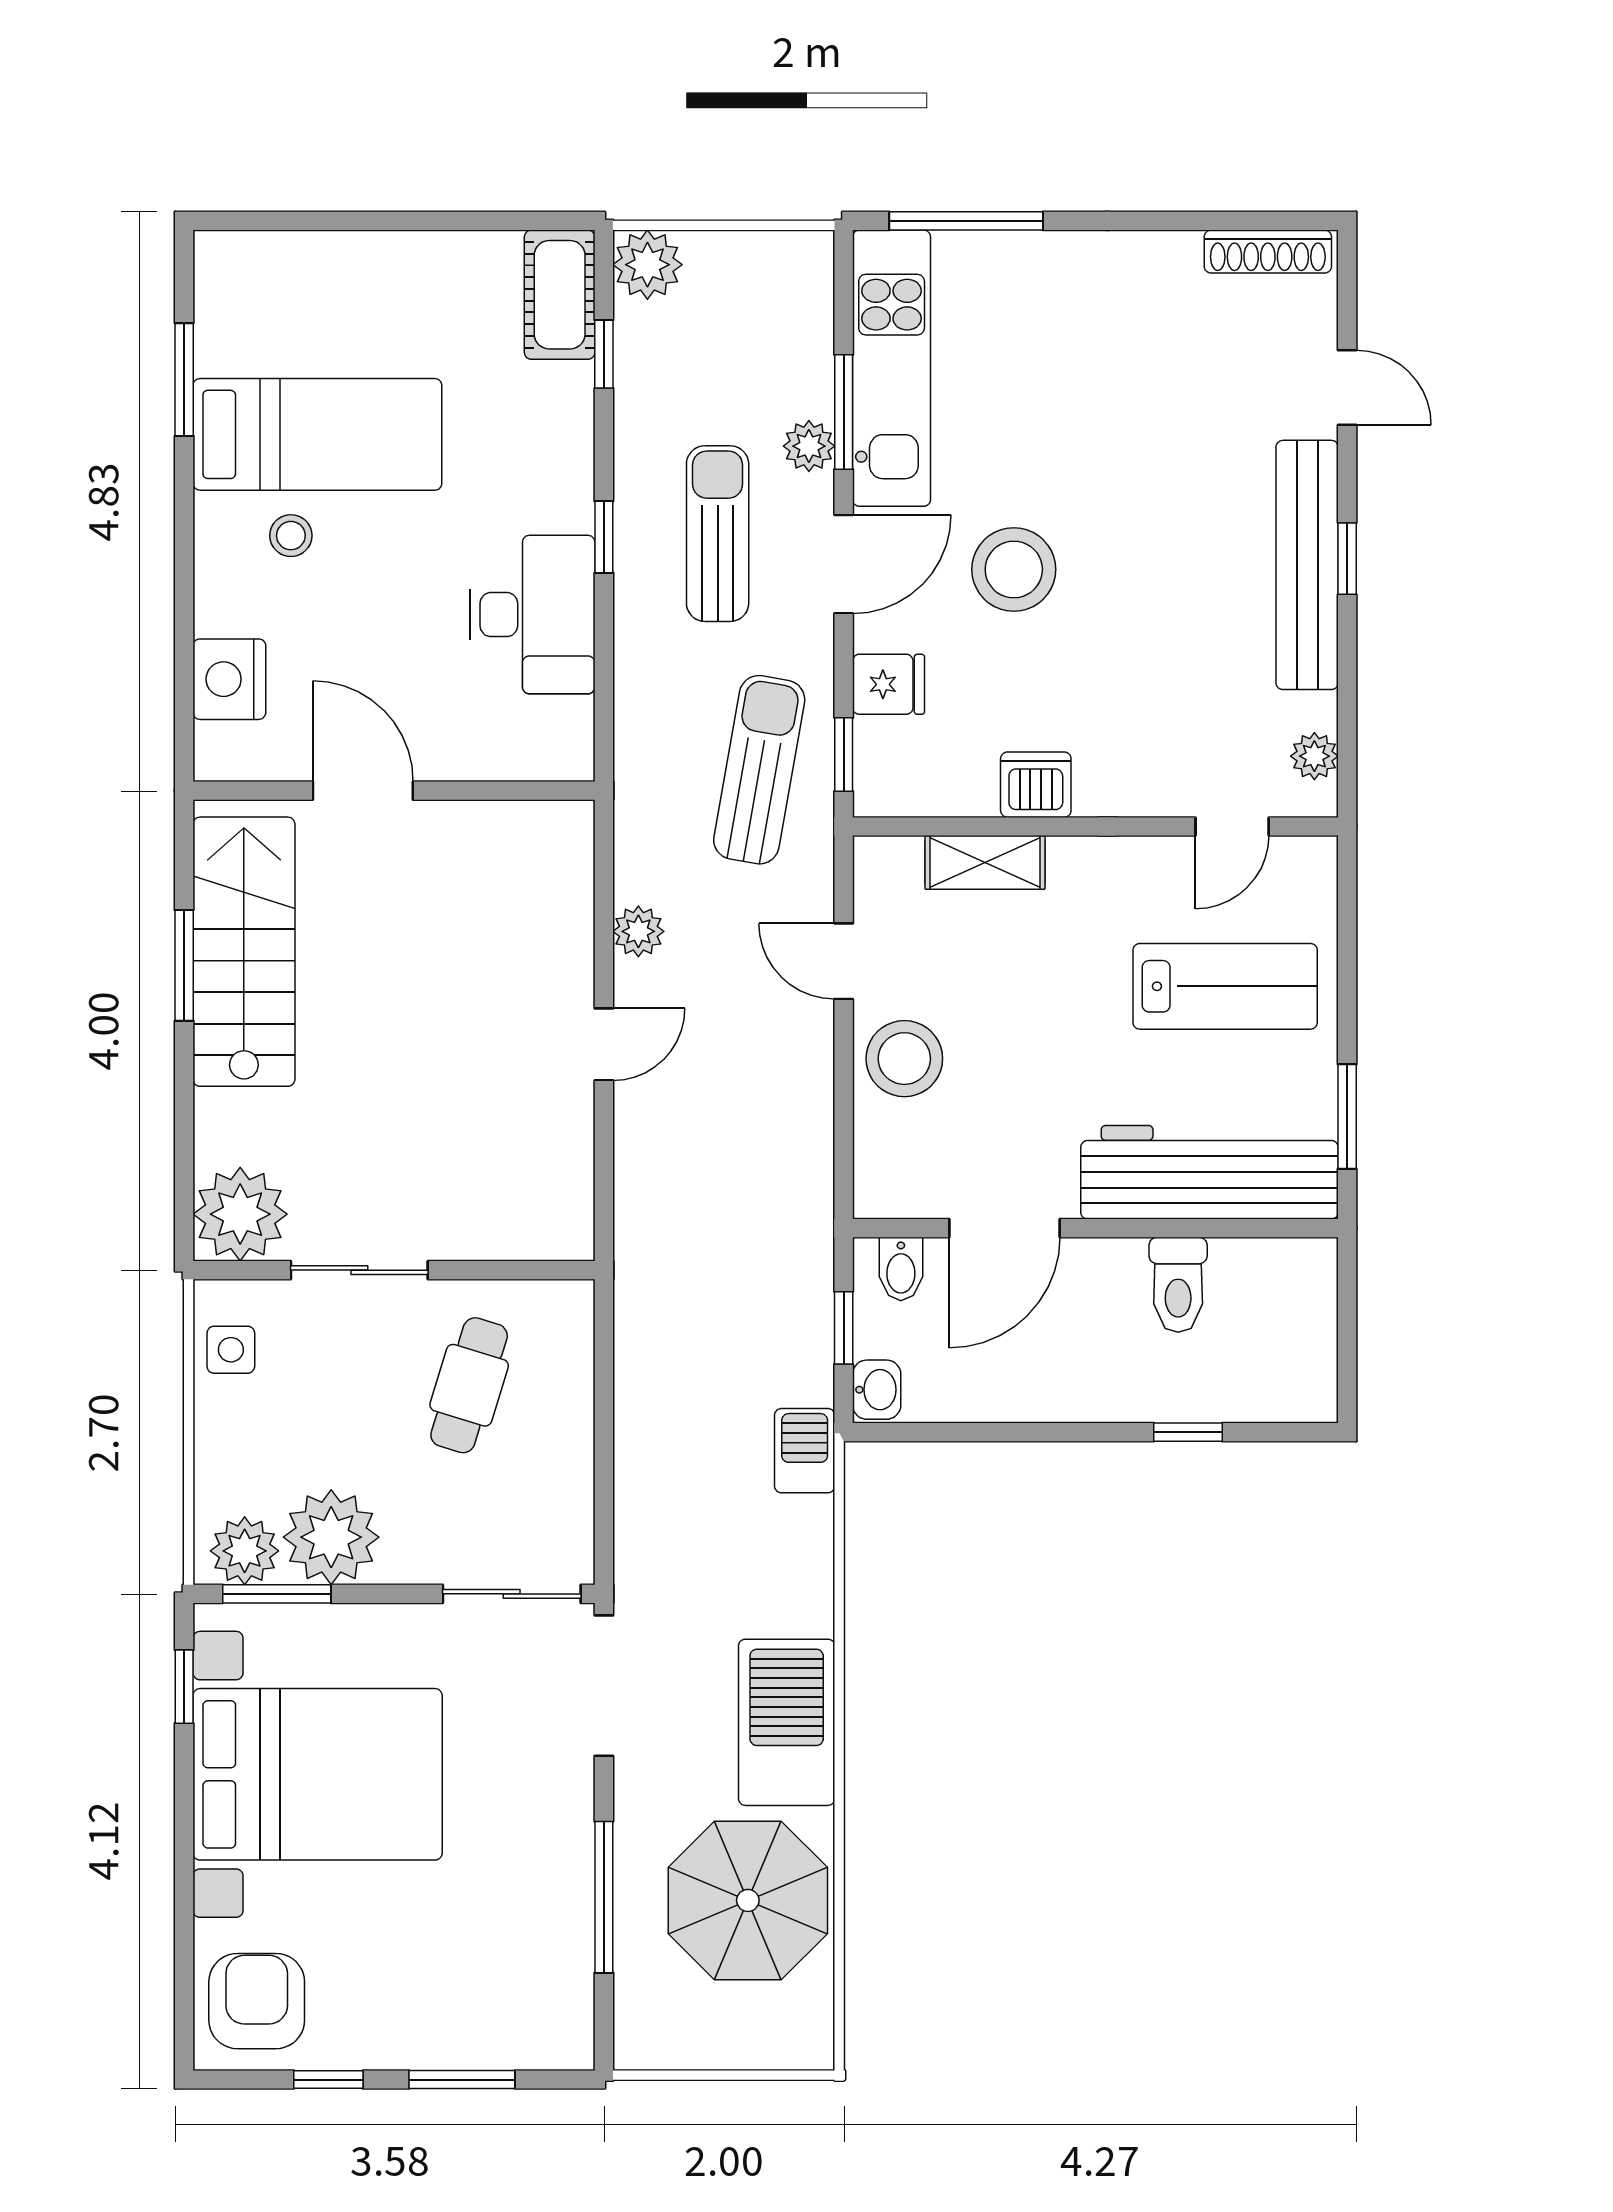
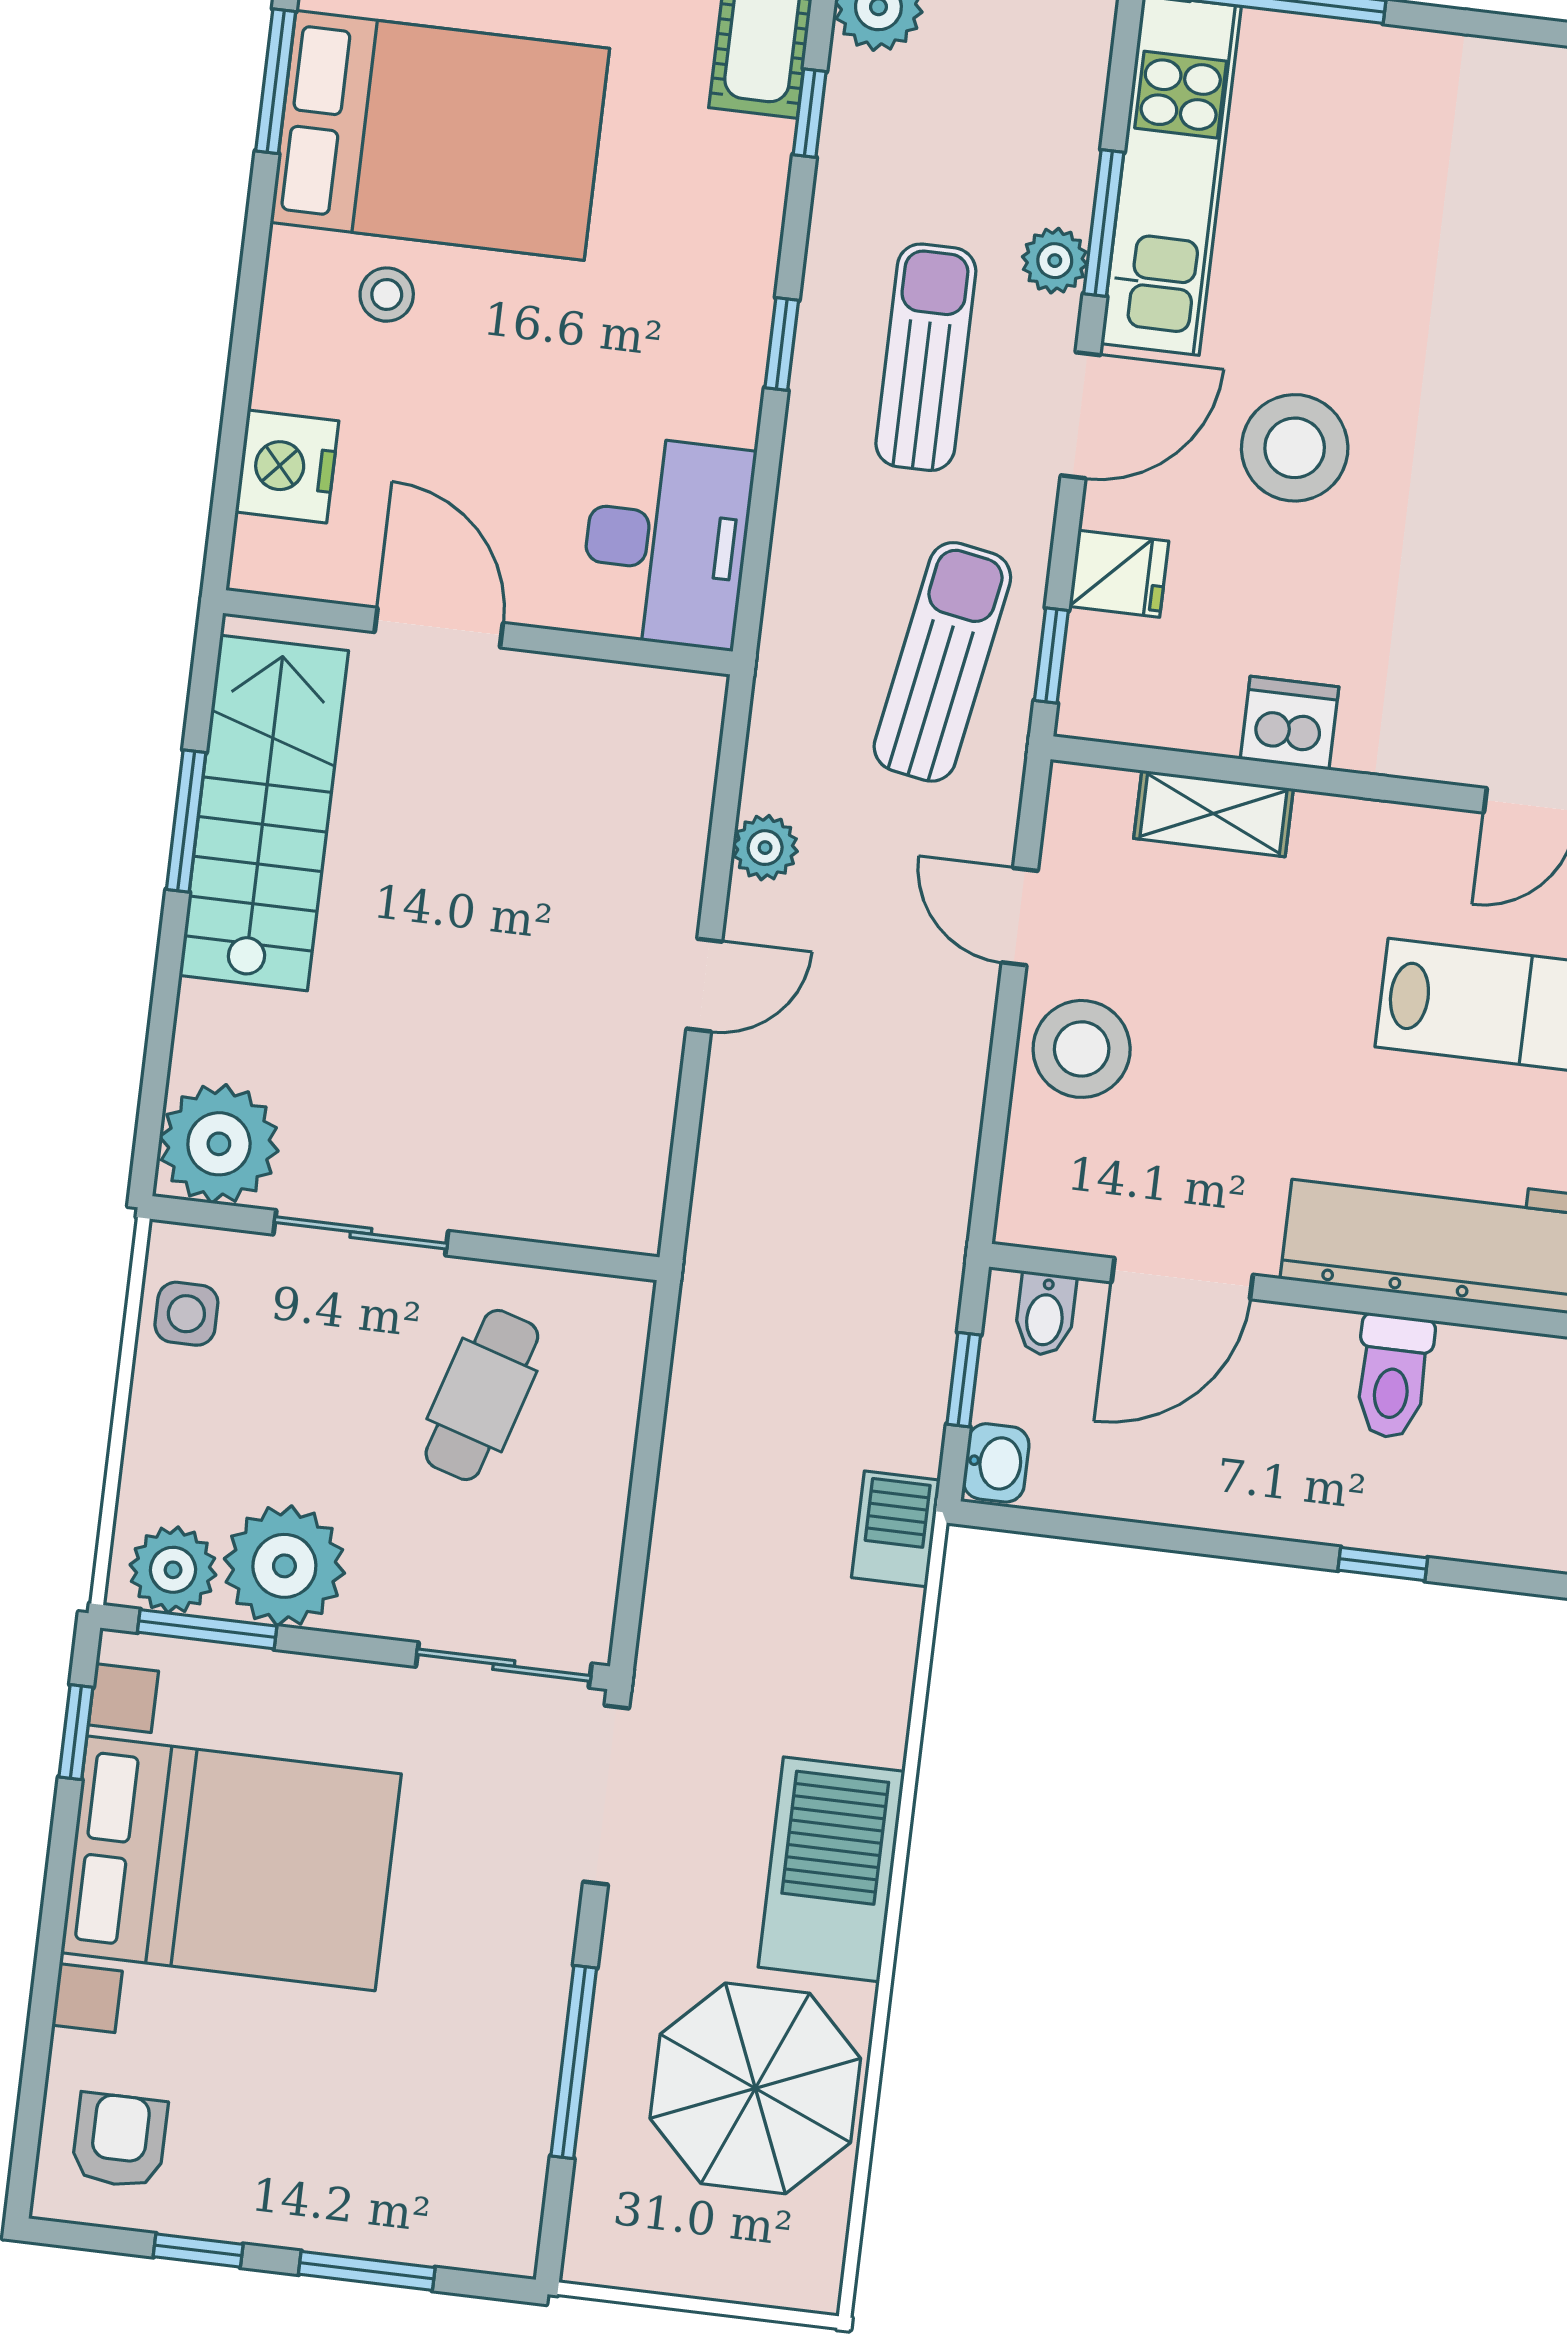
bed: (317, 434) -> (440, 135), width x1.50
desk: (532, 615) -> (666, 542), moved
armchair: (257, 2001) -> (119, 2140), width x0.72, depth x0.72

